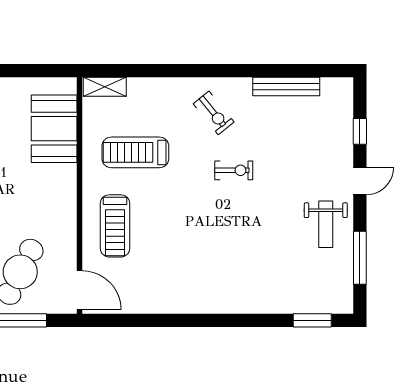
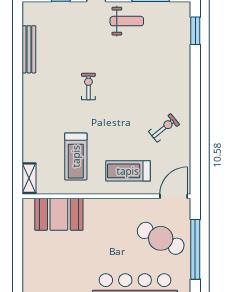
exercise bike: (214, 113) -> (164, 128), moved
treadmill: (115, 226) -> (128, 171), turned 180

